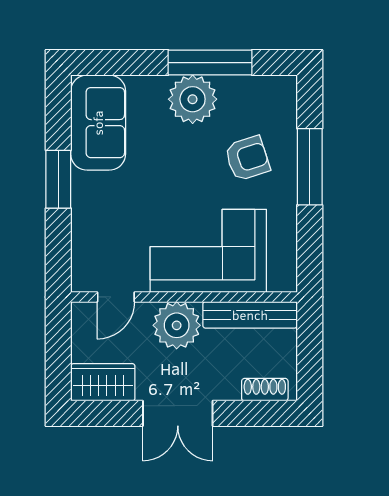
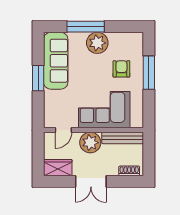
window: (210, 63) -> (86, 27), moved
sofa: (98, 123) -> (56, 61), width x1.36
armchair: (247, 158) -> (121, 69), turned -72

